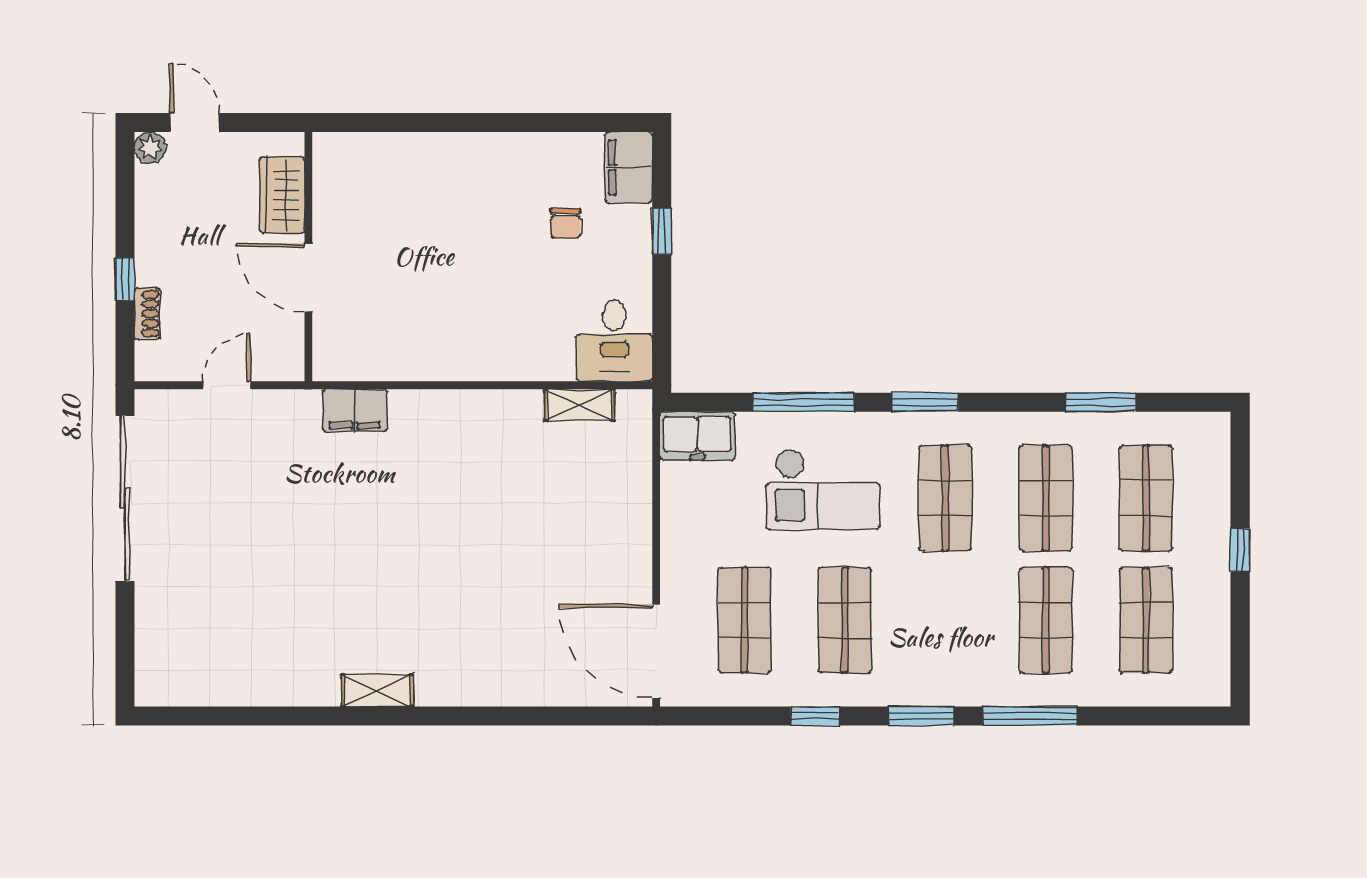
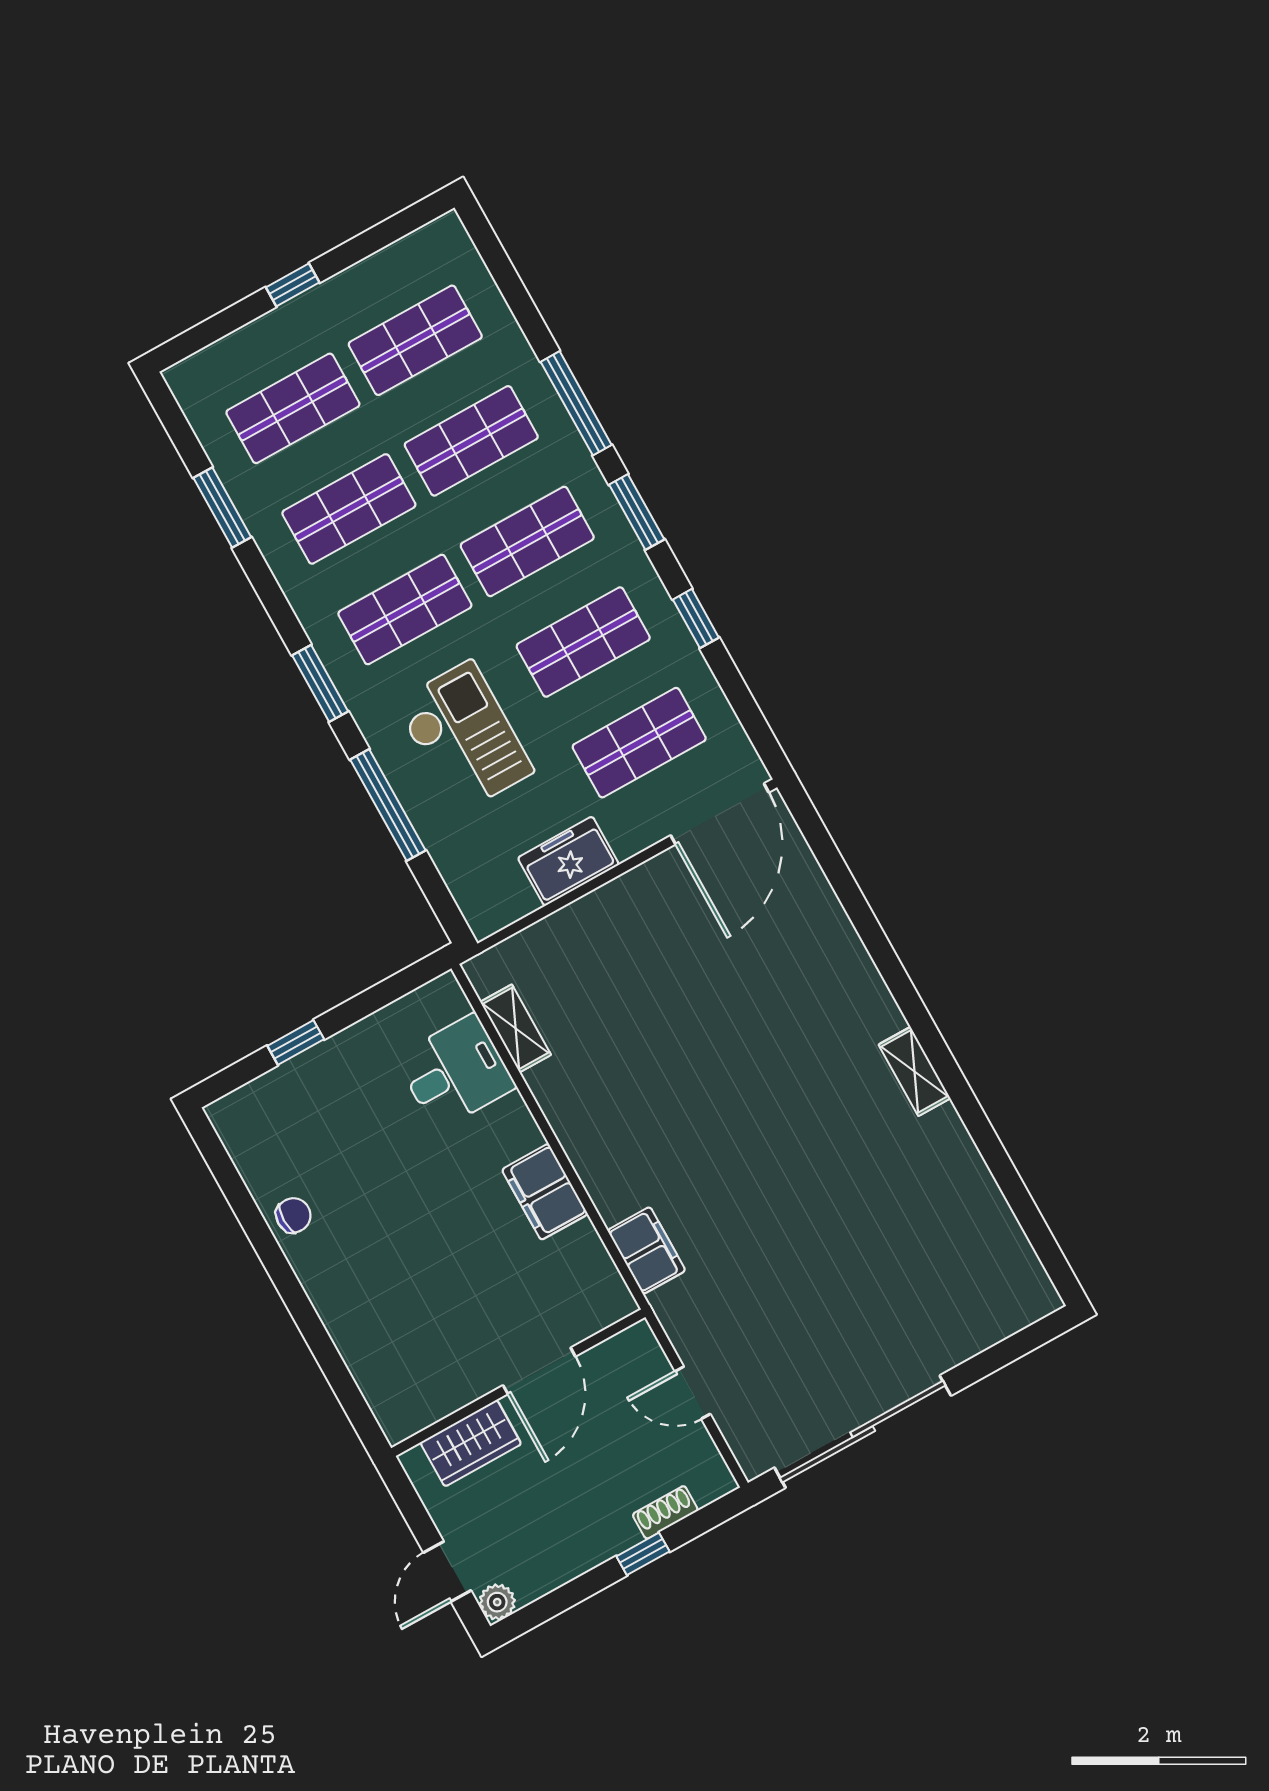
filing cabinet: (629, 167) -> (545, 1192), moved, turned 90
chair: (566, 223) -> (293, 1215), moved
desk: (614, 340) -> (455, 1072), moved
freezer: (697, 436) -> (568, 861), moved, turned -90
shop shelf: (945, 620) -> (527, 541), added

